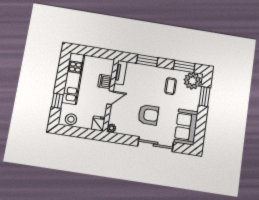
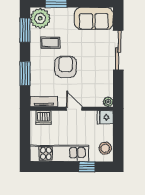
dishwasher: (105, 81) -> (43, 118), moved
armchair: (148, 115) -> (66, 67), moved

